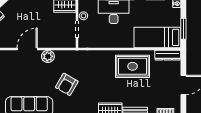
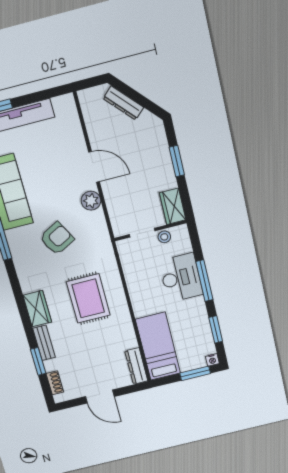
window: (183, 29) -> (195, 373), moved
rug: (133, 66) -> (88, 298), moved
armchair: (67, 84) -> (57, 239), turned 122

